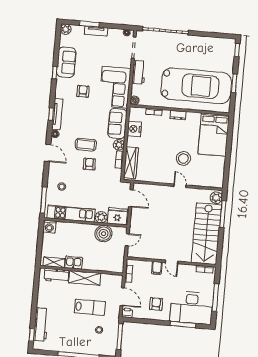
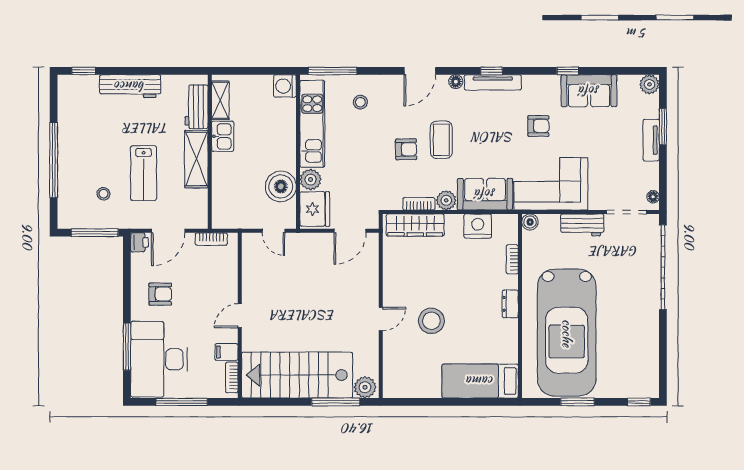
bed: (214, 135) -> (480, 381), width x0.67
filing cabinet: (157, 268) -> (226, 352), moved
workbench: (41, 324) -> (130, 86), moved

